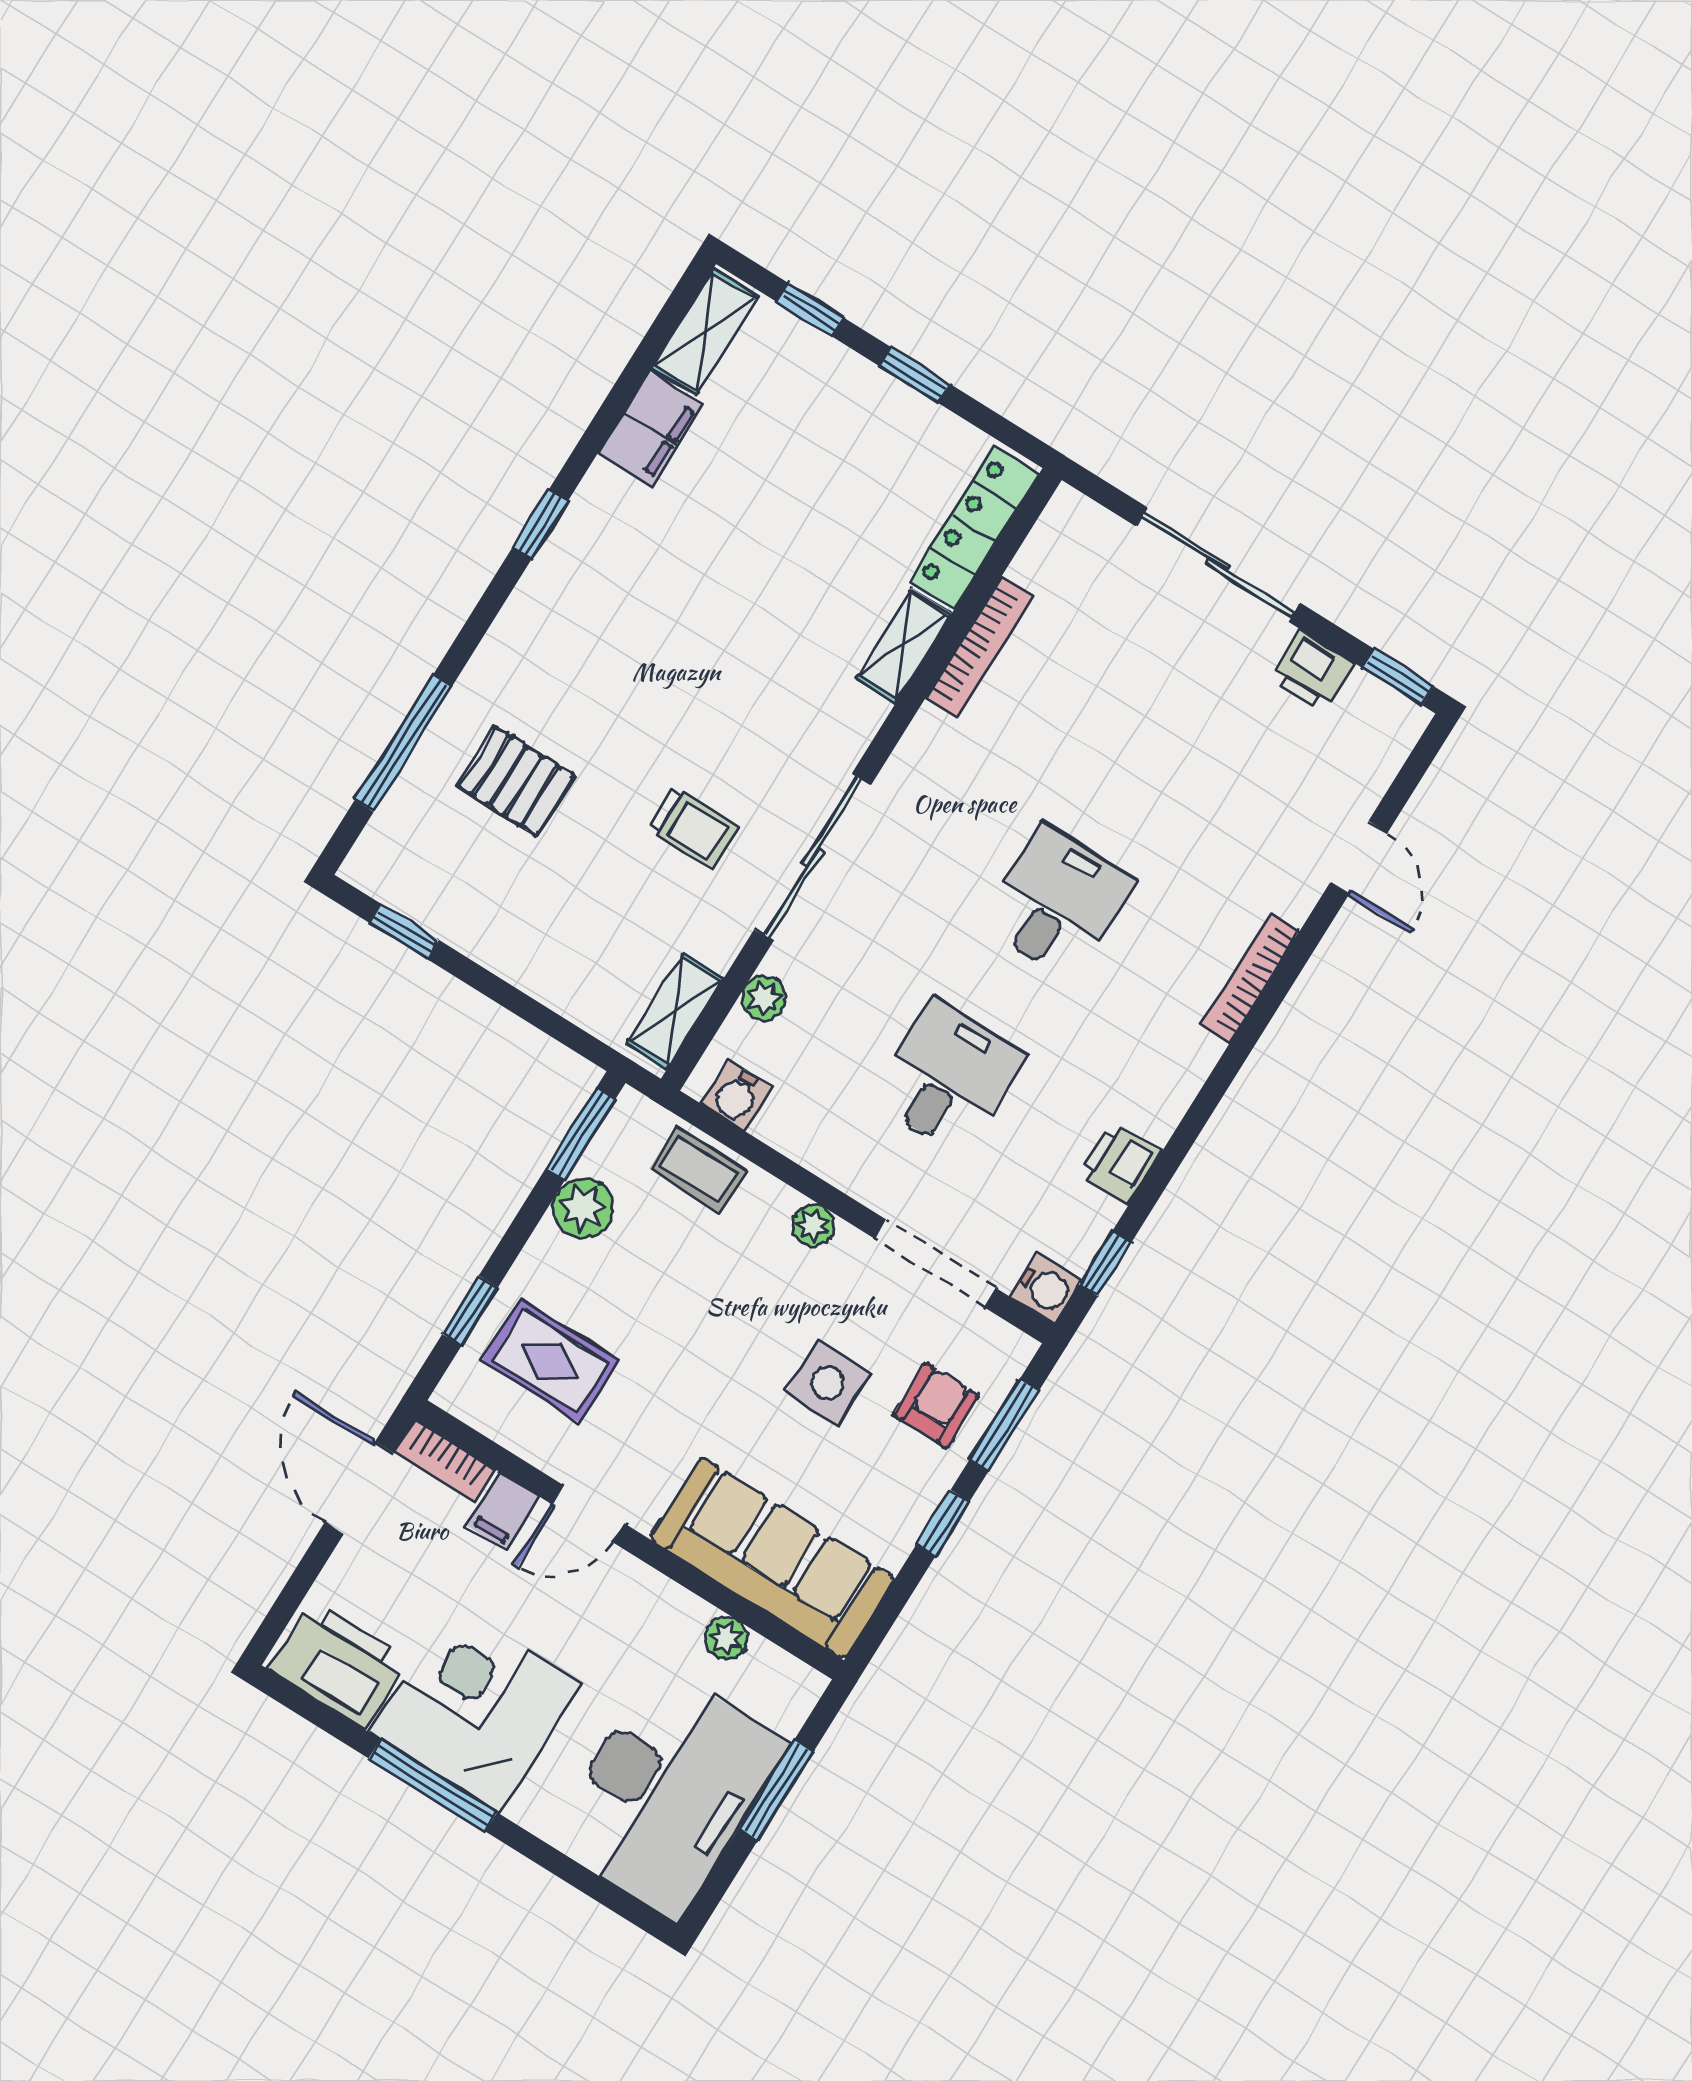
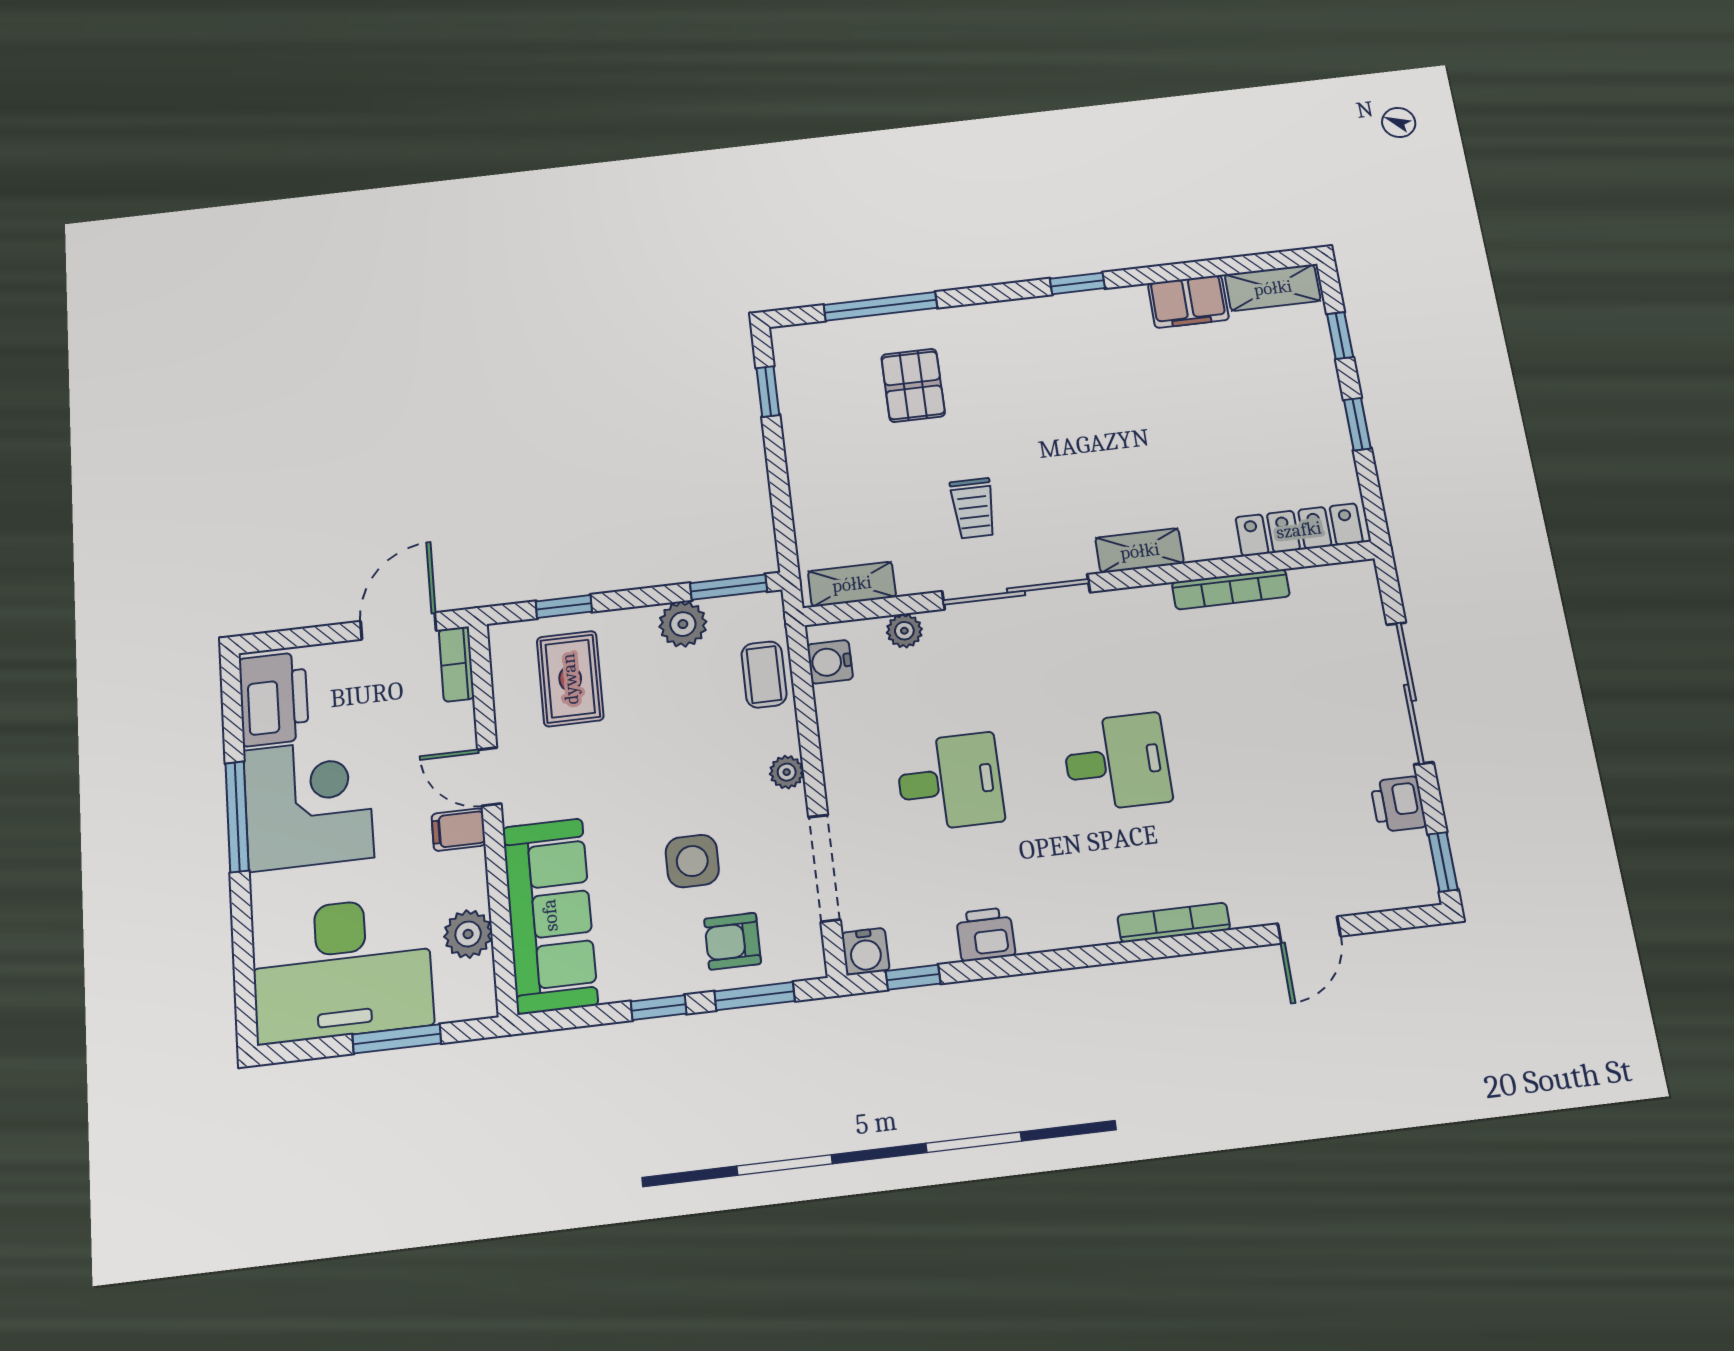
shelving: (904, 646) -> (1140, 551), moved
armchair: (936, 1405) -> (733, 941), turned 180
filing cabinet: (503, 1511) -> (458, 830), moved
plant: (726, 1638) -> (468, 934), width x1.38, depth x1.38

